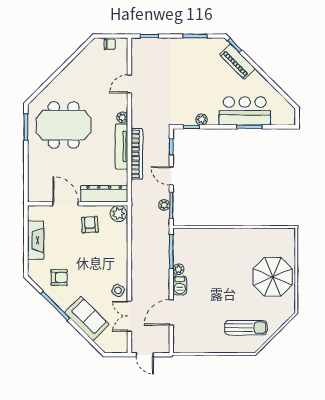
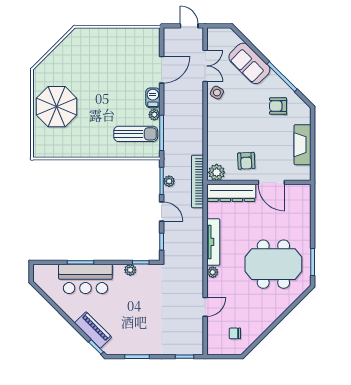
chair: (110, 44) -> (235, 333), moved
bookcase: (137, 154) -> (197, 181), moved
sun lounger: (246, 328) -> (136, 134), moved, turned 180

